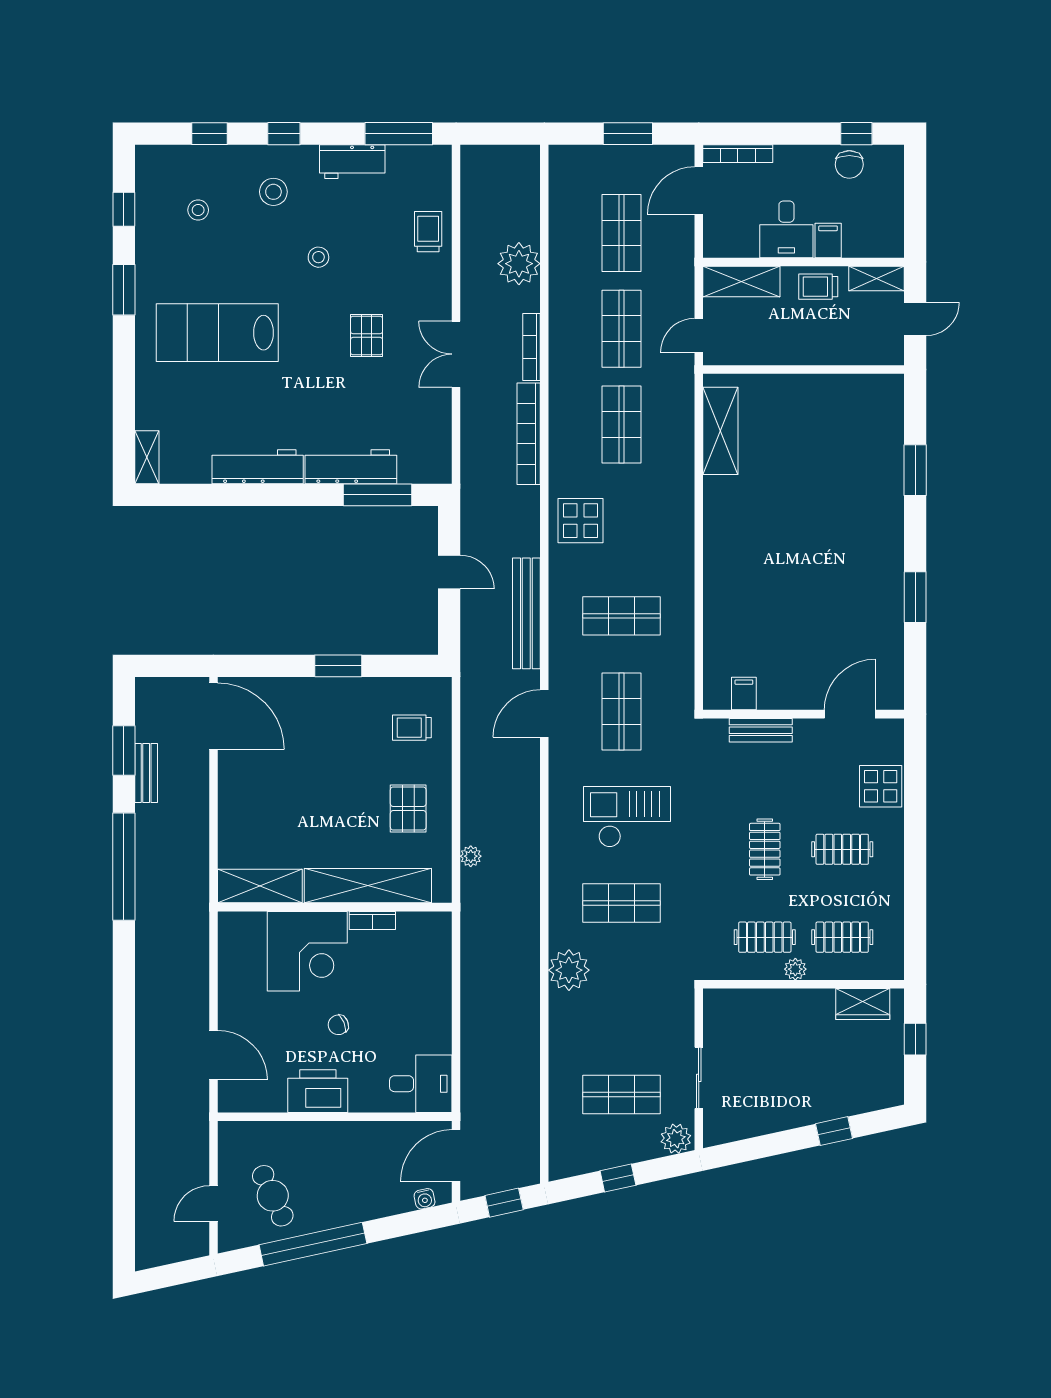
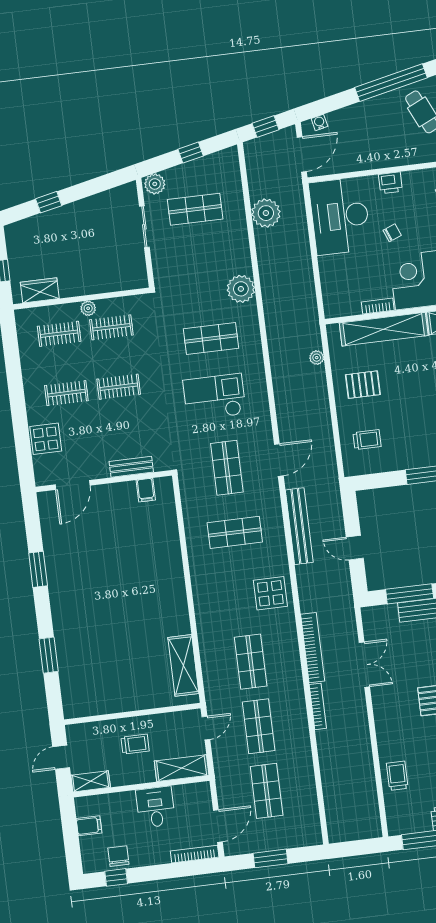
trolley: (428, 232) -> (397, 776), turned 180
filing cabinet: (828, 240) -> (89, 826), moved, turned -90
plant: (519, 264) -> (266, 213), moved
trolley: (818, 287) -> (135, 744), moved
double door: (456, 354) -> (364, 665), moved
pallet: (408, 809) -> (363, 385), turned 90
checkout: (627, 817) -> (214, 397), turned 180
clothes rail: (765, 849) -> (119, 387), turned 90
desk: (421, 1084) -> (340, 216), width x1.87, depth x1.30
printer: (318, 1091) -> (390, 183), width x0.53, depth x0.68

